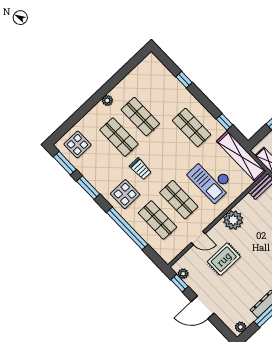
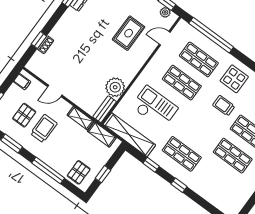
window: (184, 80) -> (179, 185), moved
plant: (233, 220) -> (115, 87), moved
window: (127, 228) -> (211, 35), moved
door: (198, 238) -> (165, 38), moved

